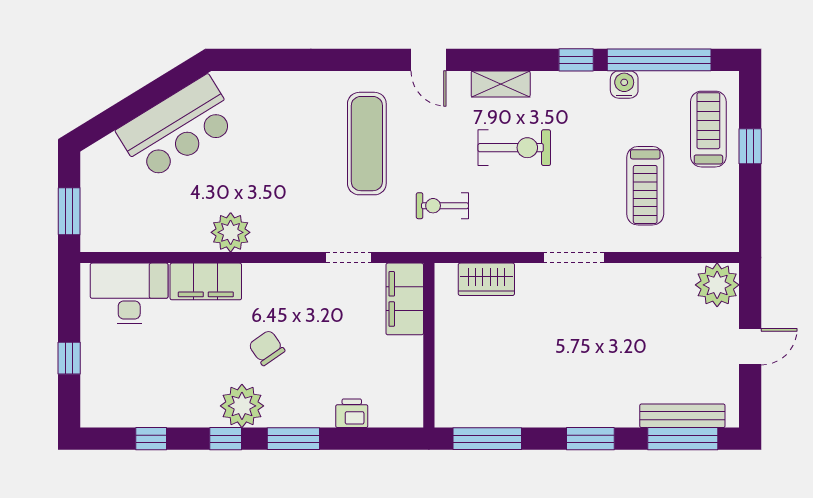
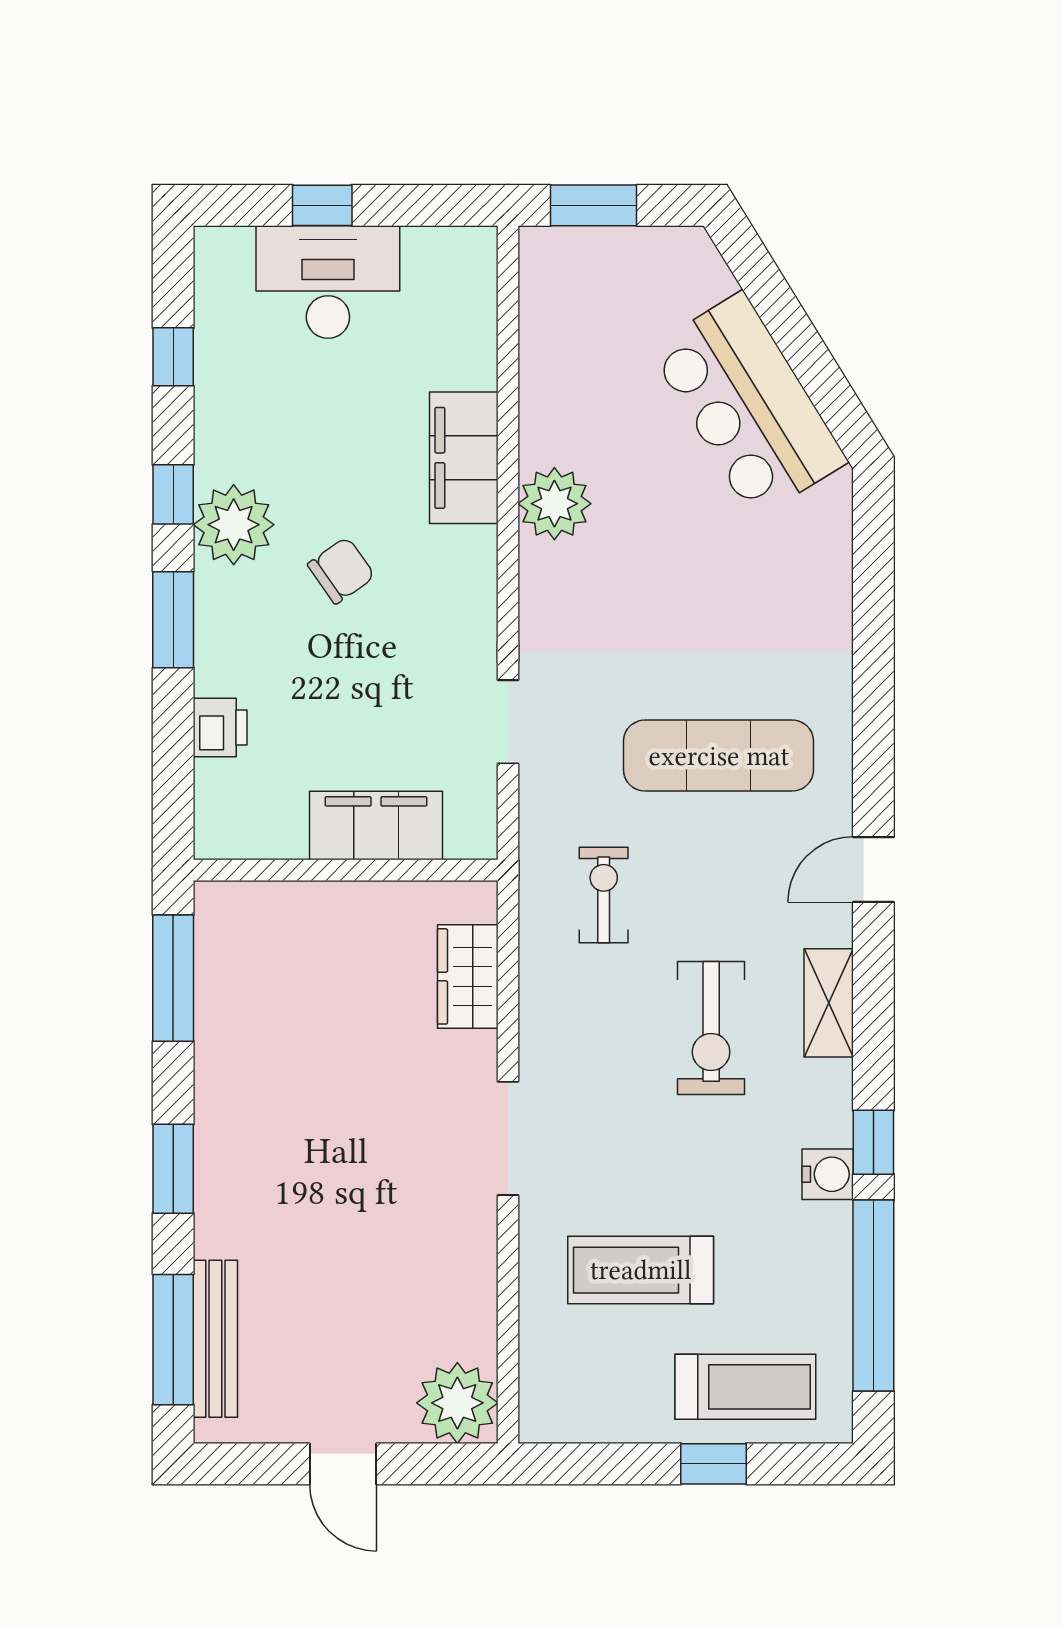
water cooler: (624, 85) -> (828, 1174), moved
desk: (129, 293) -> (328, 282), moved, turned -90
filing cabinet: (405, 299) -> (376, 826), moved

